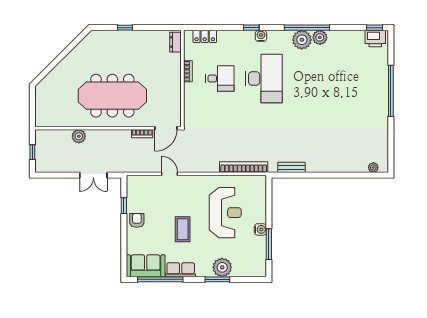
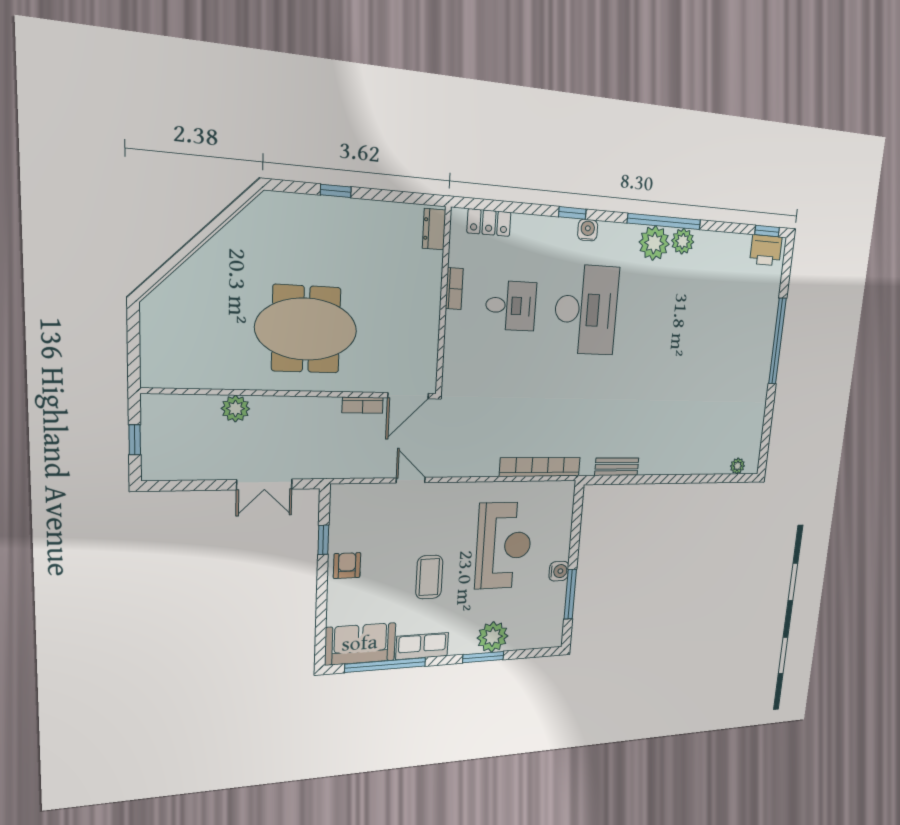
meeting table: (112, 96) -> (306, 329), width x0.73

